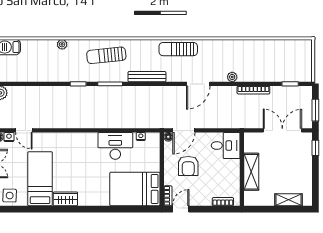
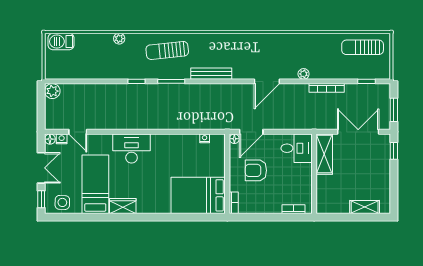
sun lounger: (178, 49) -> (363, 47), moved
desk: (115, 146) -> (132, 149), moved
armchair: (188, 166) -> (256, 170), turned 90
shelving: (251, 172) -> (324, 154), moved
door: (181, 209) -> (248, 217), removed

